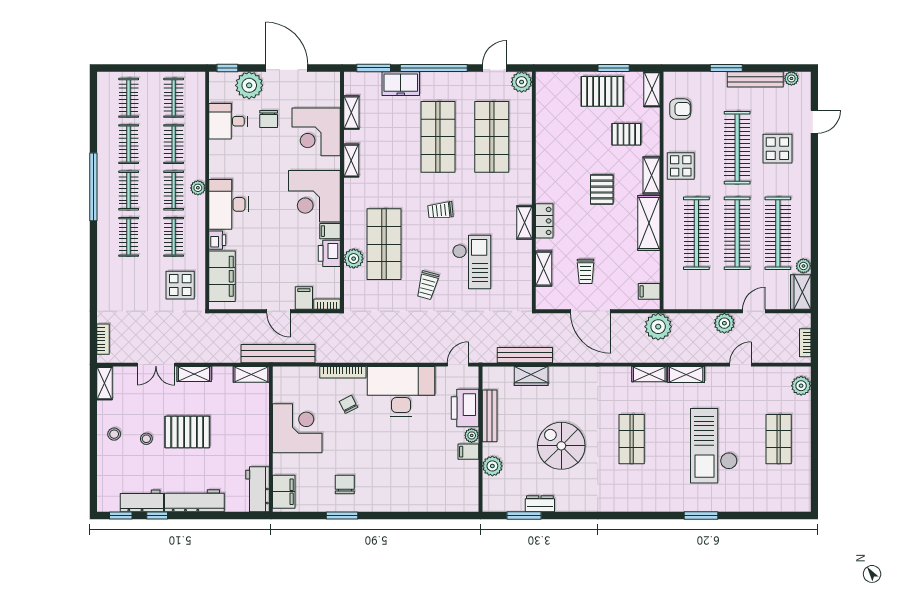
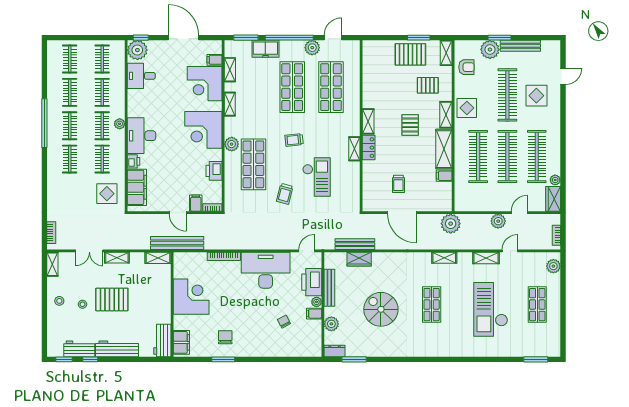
plant: (791, 78) -> (490, 50), moved, width x1.88, depth x1.88
plant: (522, 82) -> (312, 48), moved
plant: (249, 85) -> (137, 50), moved
chair: (269, 119) -> (170, 74), removed
filing cabinet: (330, 231) -> (215, 60), moved
plant: (354, 259) -> (232, 144), moved
shelving: (544, 269) -> (368, 121), moved
filing cabinet: (649, 291) -> (444, 176), moved
shelving: (686, 375) -> (486, 258), moved
chair: (348, 404) -> (284, 322), moved
dresser: (540, 504) -> (335, 351), moved
window: (701, 515) -> (536, 359), moved

